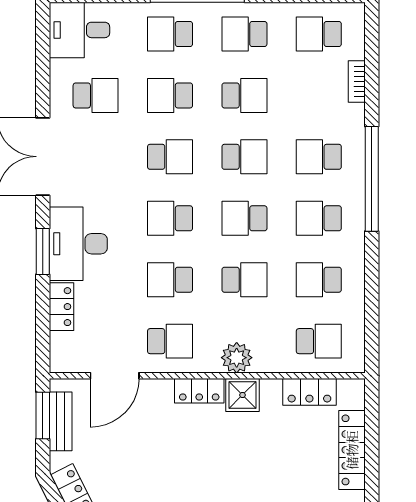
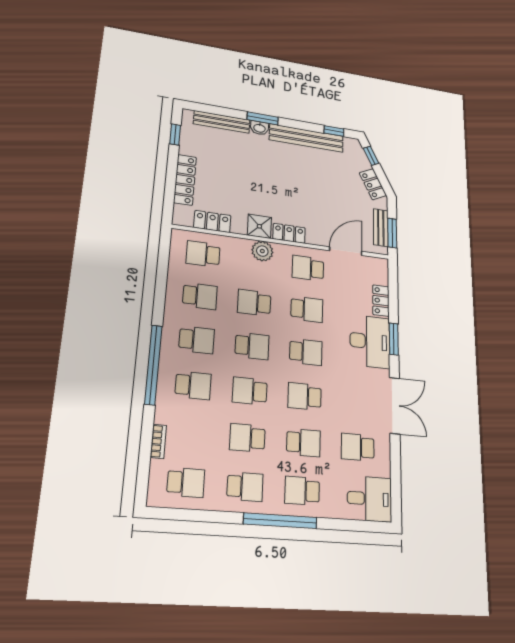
school desk: (170, 34) -> (302, 491), turned 180

